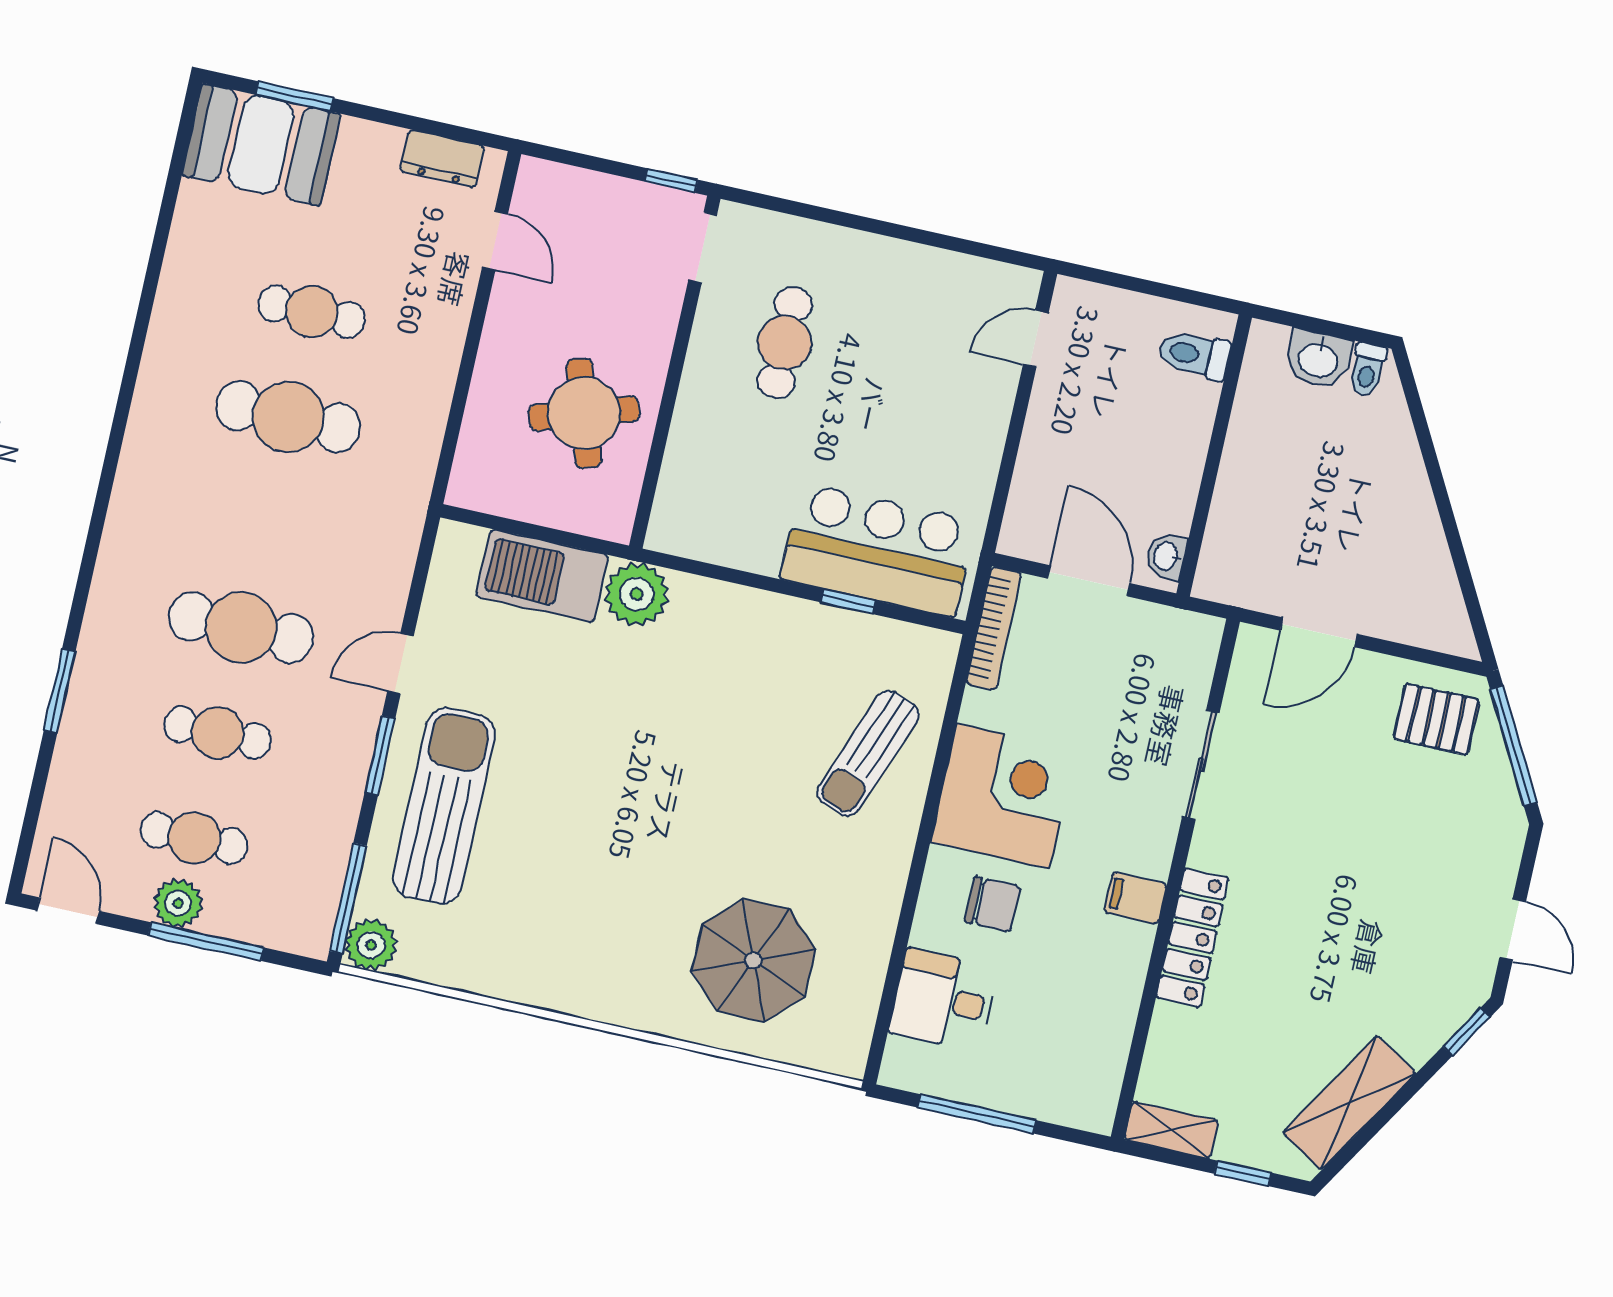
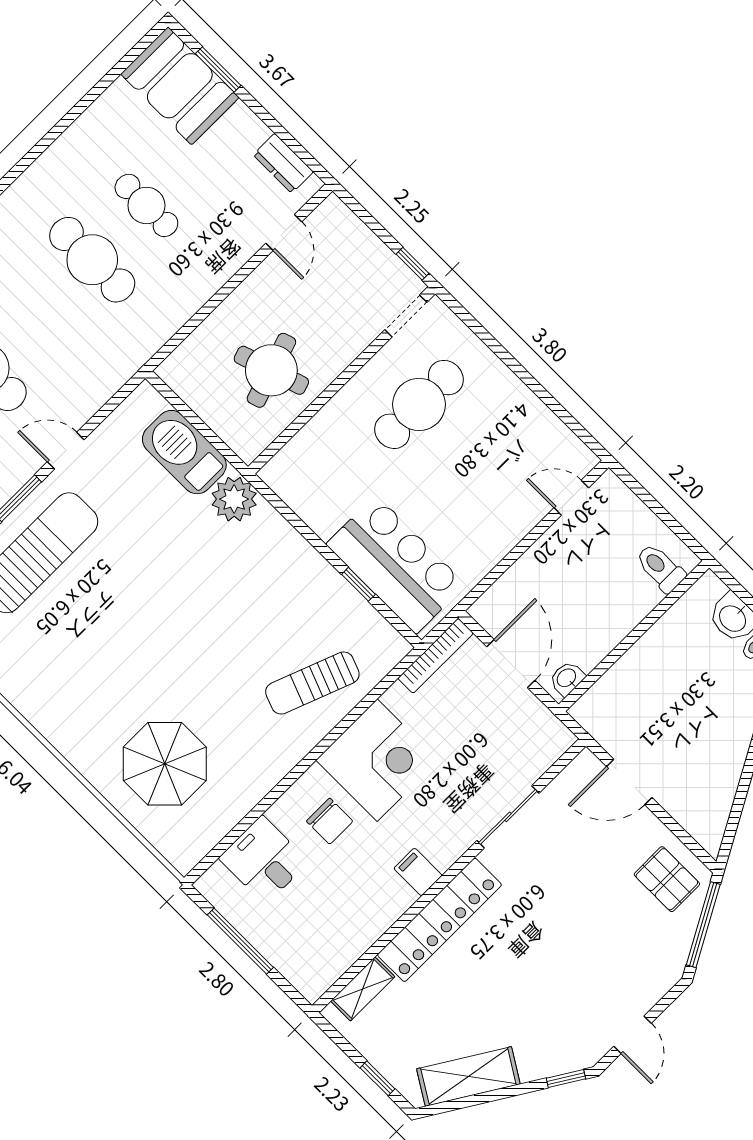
cafe table: (785, 343) -> (419, 404), width x1.37, depth x1.35
locker: (1192, 938) -> (439, 920), width x1.41, depth x1.21
shelving: (1171, 1130) -> (363, 989), moved, turned 90

